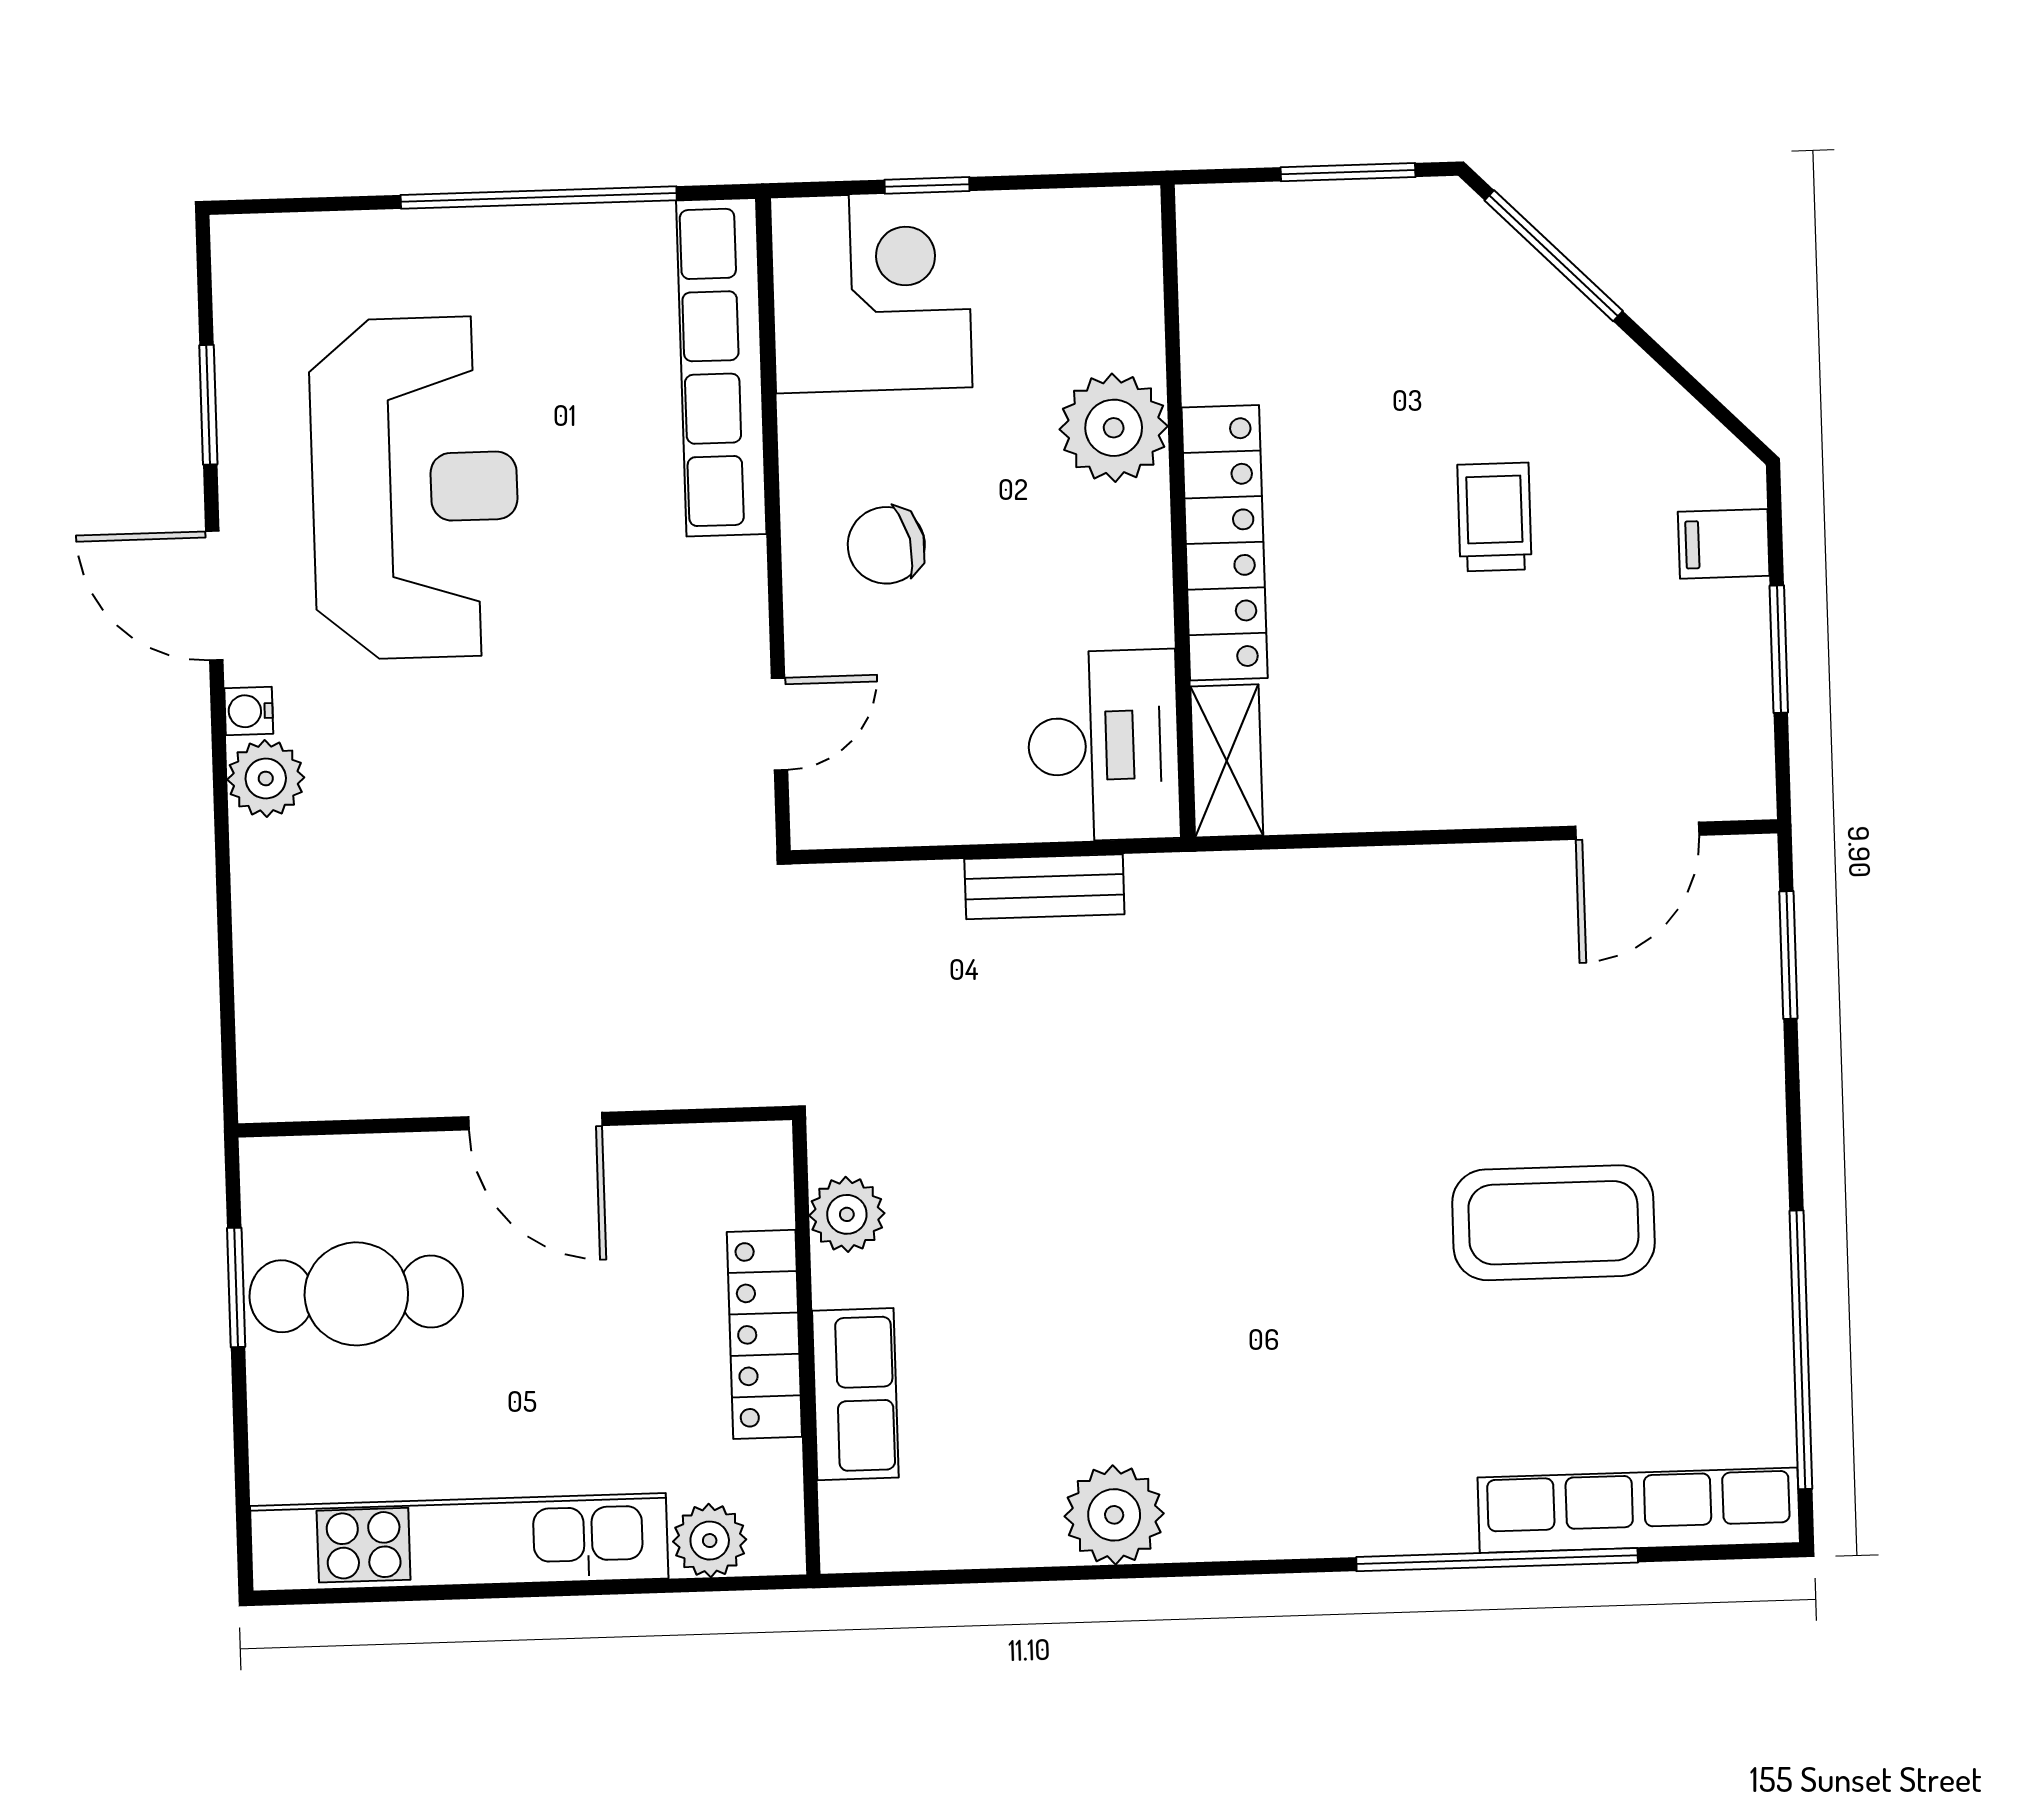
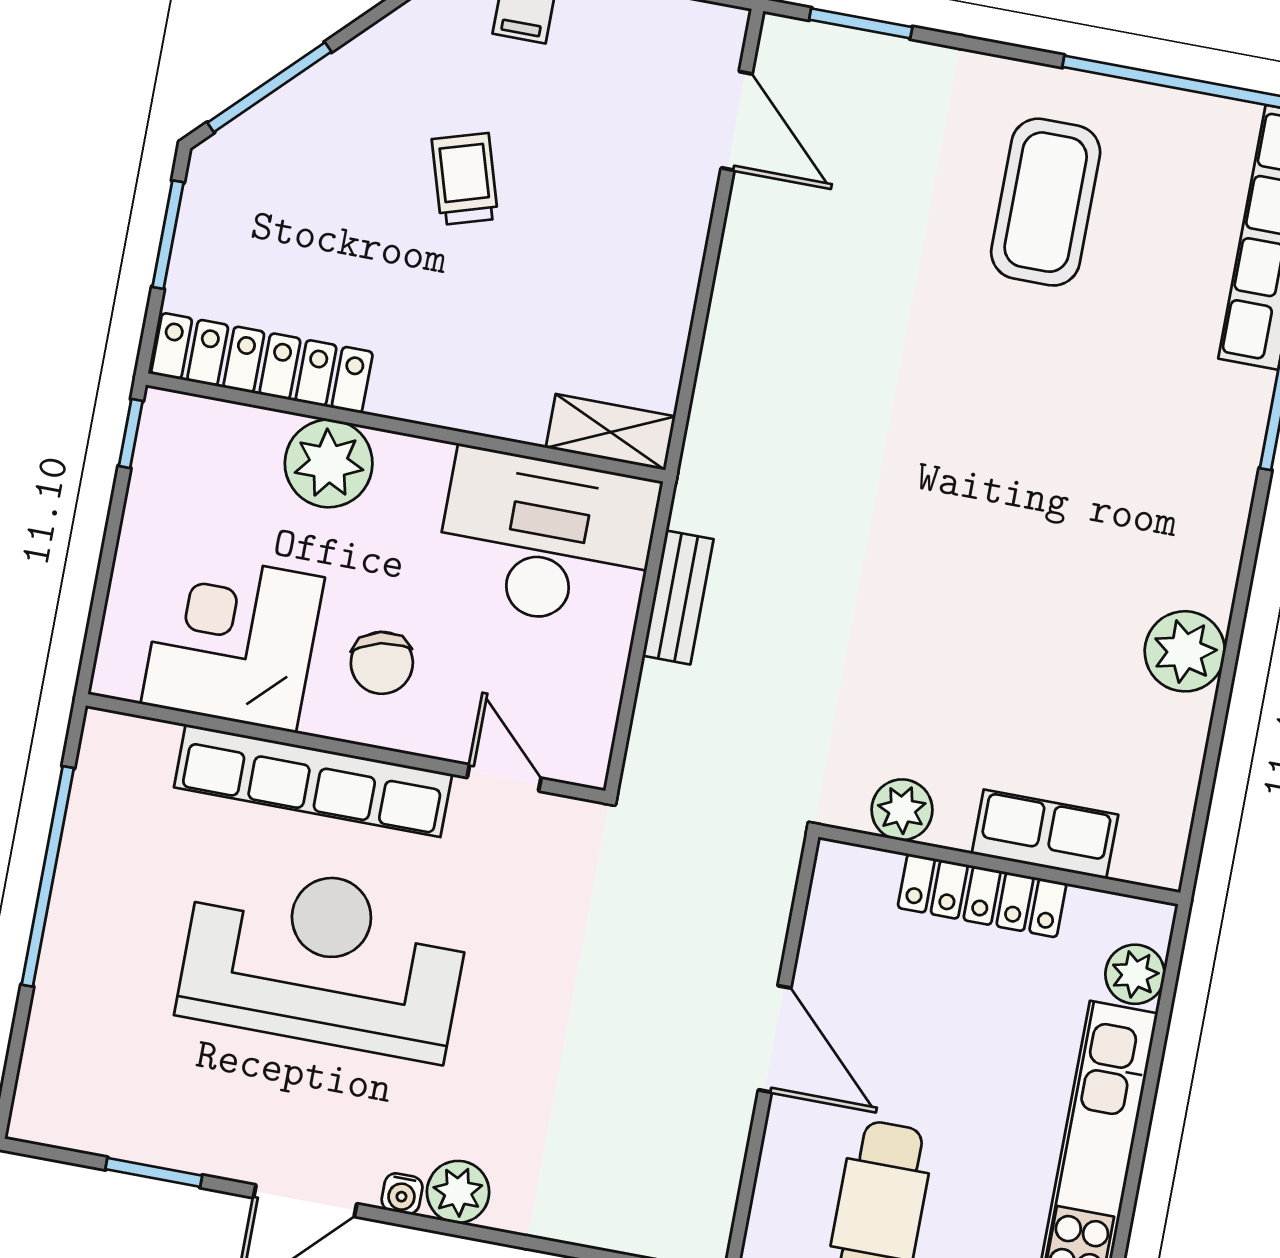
window: (927, 185) -> (131, 433), moved
corner desk: (871, 292) -> (233, 641), moved
row of seats: (721, 367) -> (313, 781), moved
reception desk: (415, 488) -> (324, 960), moved
trolley: (1495, 517) -> (465, 179), turned 73
locker: (1225, 543) -> (262, 363), moved
desk: (1103, 746) -> (546, 539), width x1.36, depth x1.30
door: (535, 1121) -> (775, 1039), hinge flipped
coffee table: (1553, 1223) -> (1046, 202), moved

